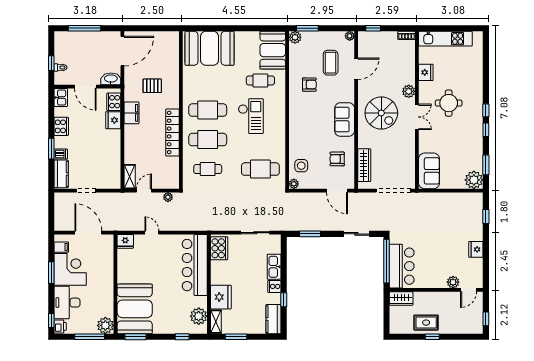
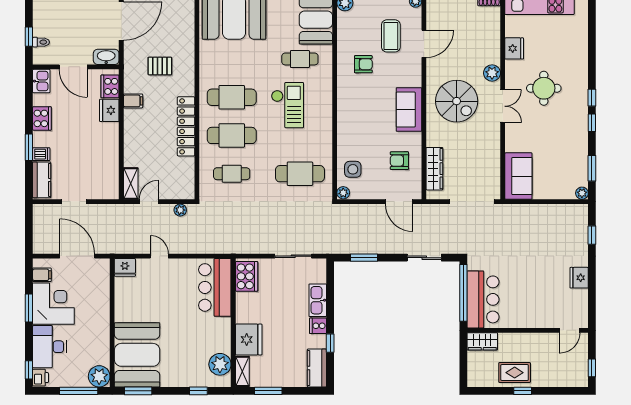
filing cabinet: (132, 113) -> (133, 101), width x0.50
plant: (474, 180) -> (582, 193), width x0.53, depth x0.53
bar counter: (195, 265) -> (215, 287), width x0.73
plant: (453, 282) -> (549, 320), removed

